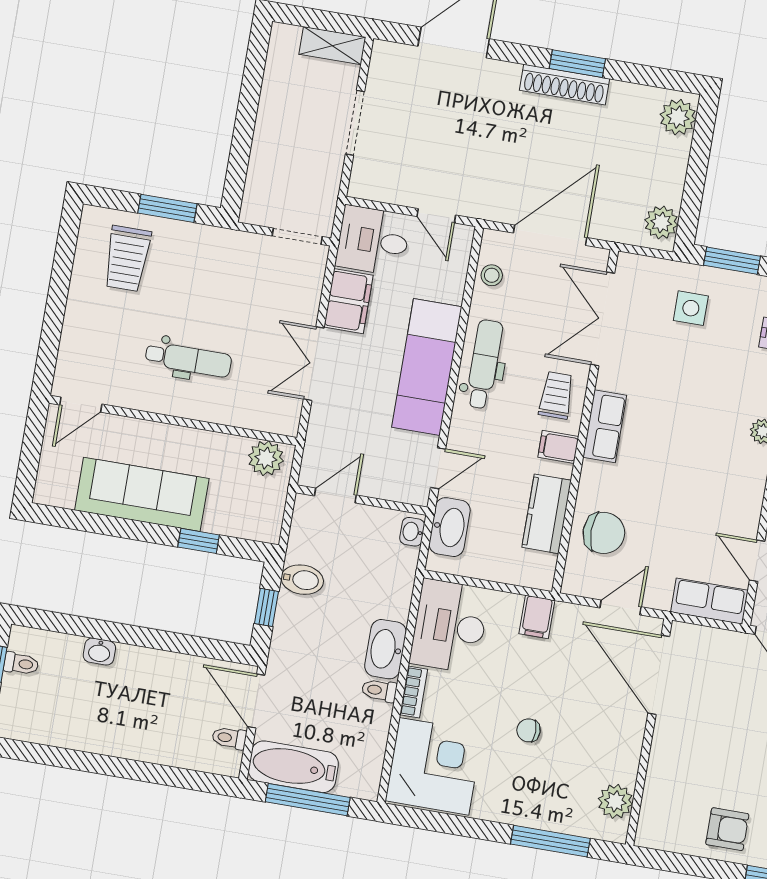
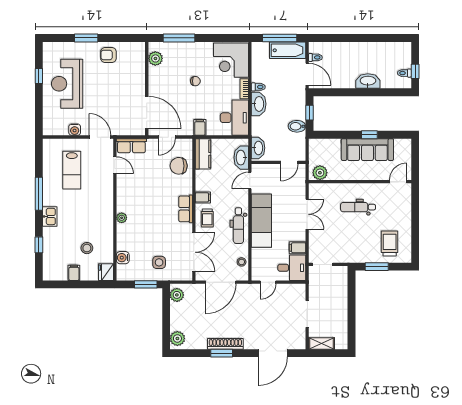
door: (436, 216) -> (268, 282), swing flipped
filing cabinet: (349, 301) -> (297, 248), width x0.50
kitchen counter: (547, 514) -> (203, 154), moved
washbasin: (412, 532) -> (258, 148), width x1.91, depth x1.45
window: (199, 541) -> (369, 135), moved
washbasin: (99, 652) -> (368, 81), width x1.91, depth x1.45

